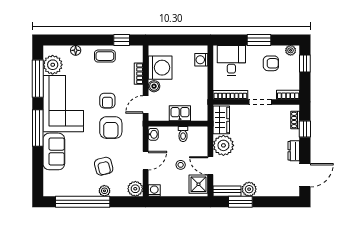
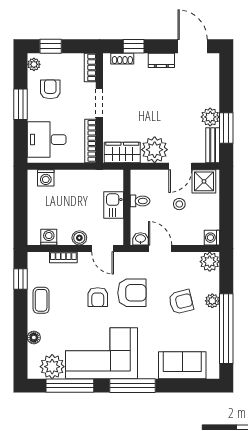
washing machine: (160, 68) -> (49, 237), width x0.53, depth x0.53
armchair: (107, 101) -> (98, 297), turned 90
sofa: (54, 151) -> (182, 365), moved
door: (146, 161) -> (160, 248), moved

